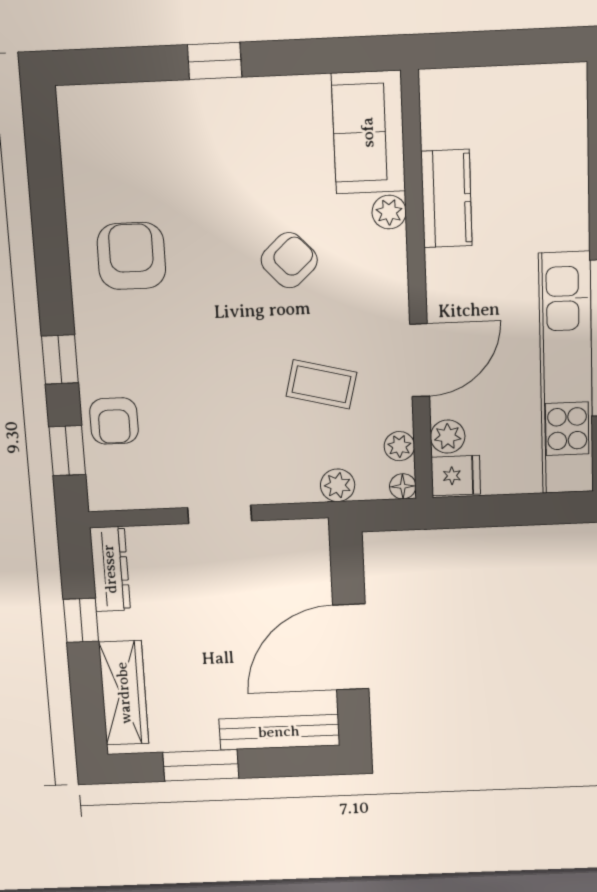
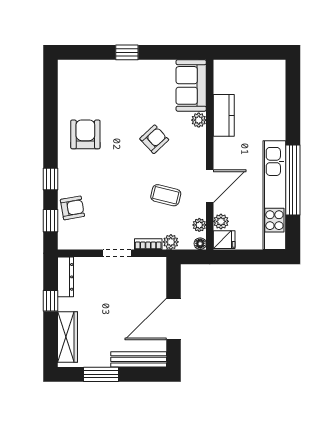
armchair: (114, 421) -> (72, 208), turned -100
bookcase: (287, 492) -> (148, 244), added

